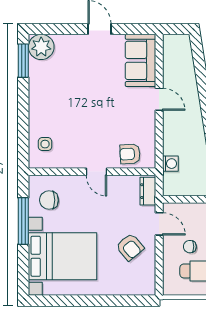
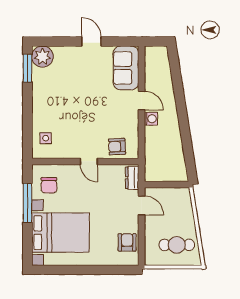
washing machine: (170, 164) -> (151, 119), moved
chair: (49, 200) -> (49, 185), turned -90
armchair: (130, 247) -> (127, 242), moved, turned -140
chair: (190, 247) -> (167, 224), removed

